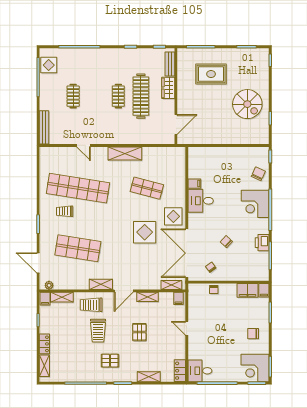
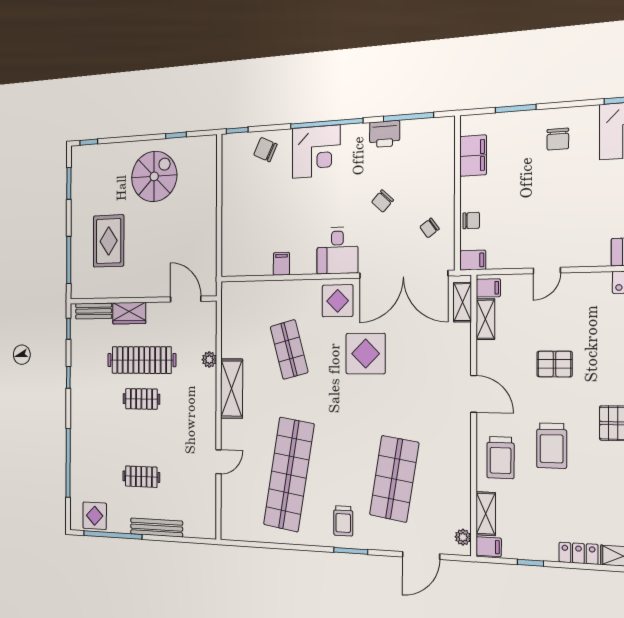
bench: (44, 127) -> (156, 528), moved
plant: (141, 140) -> (209, 360), added
shop shelf: (147, 188) -> (289, 349), turned -30
desk: (201, 201) -> (337, 251), moved
trolley: (65, 211) -> (343, 521), moved
shelving: (101, 284) -> (461, 438), removed
filing cabinet: (264, 290) -> (473, 260), moved
shelving: (148, 297) -> (485, 319), moved
trolley: (98, 331) -> (552, 446), turned 90

